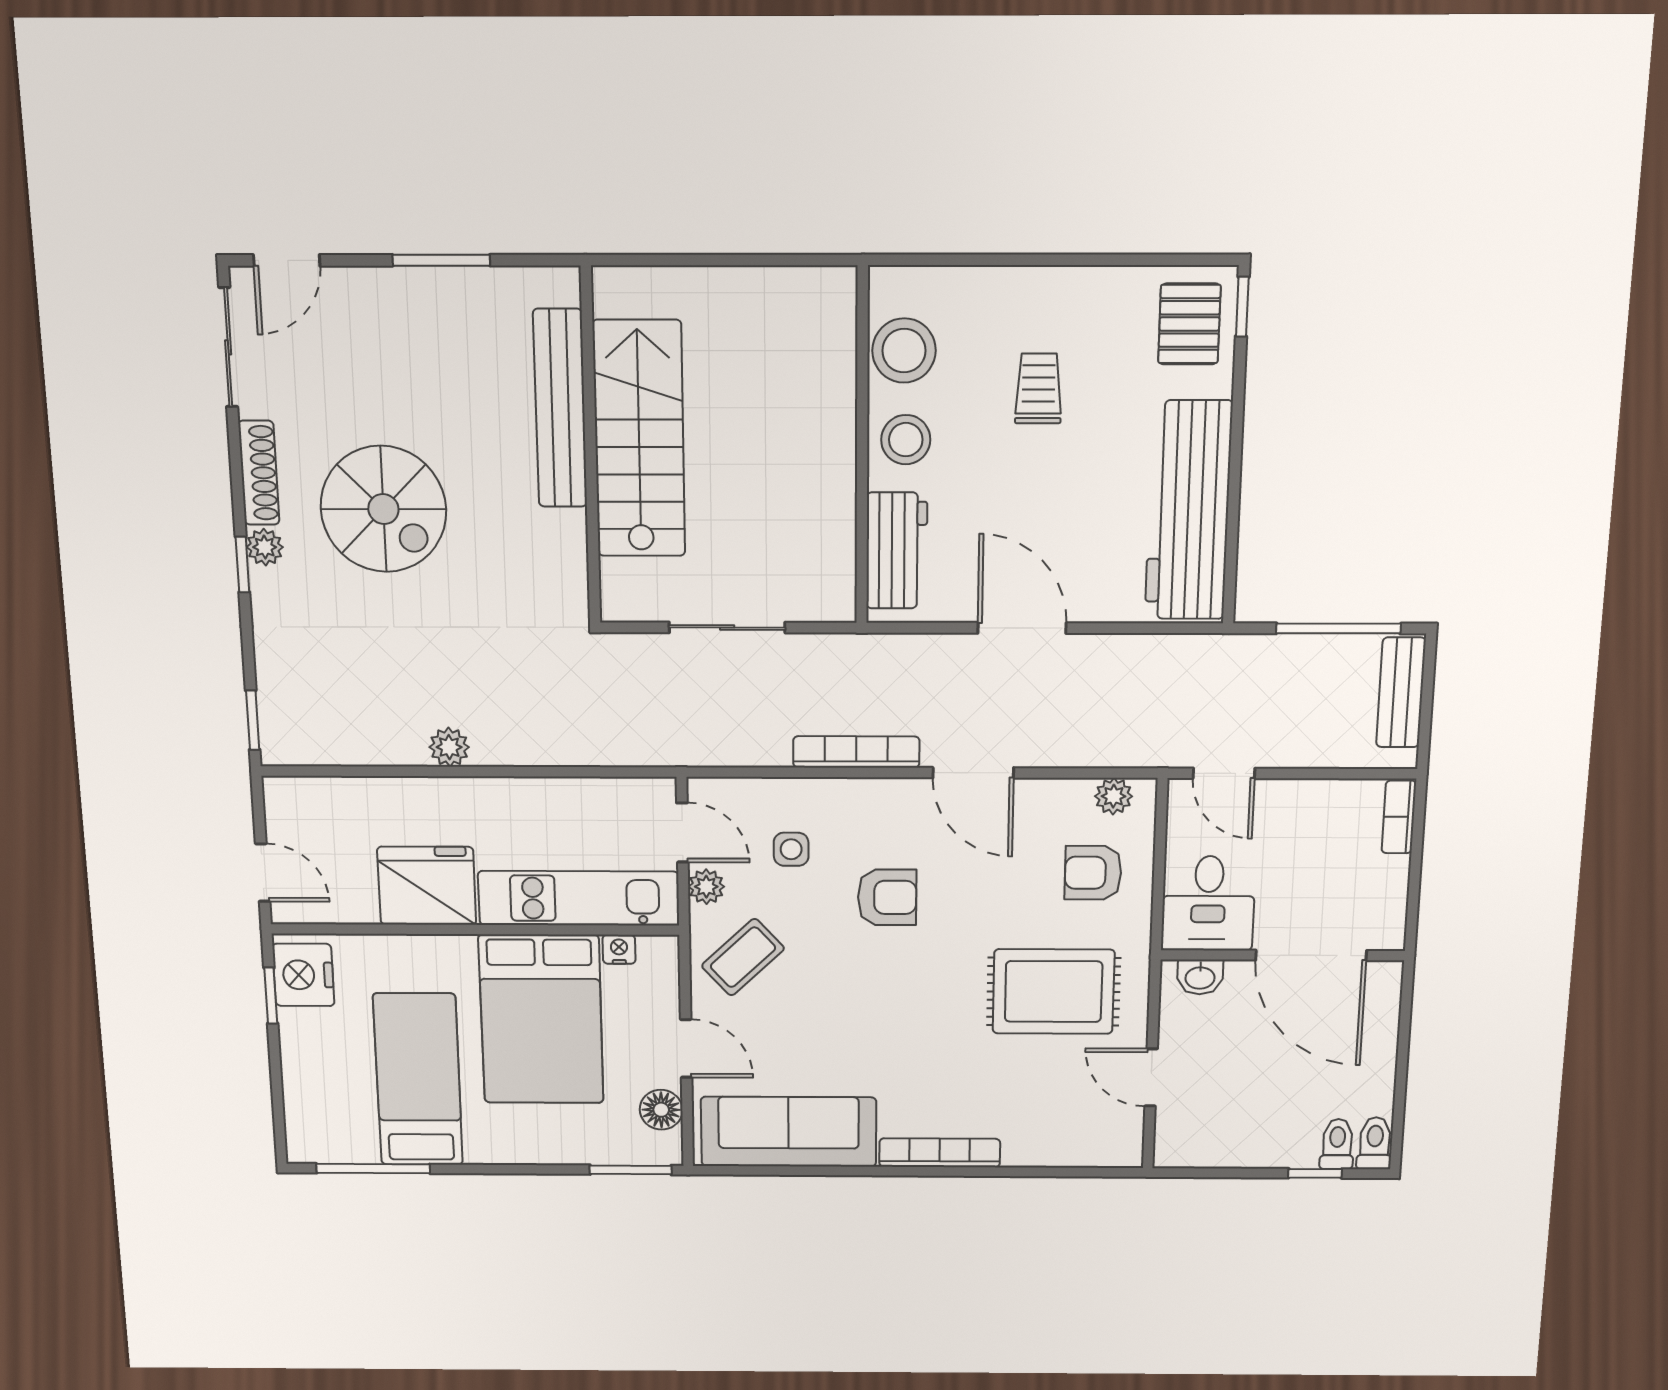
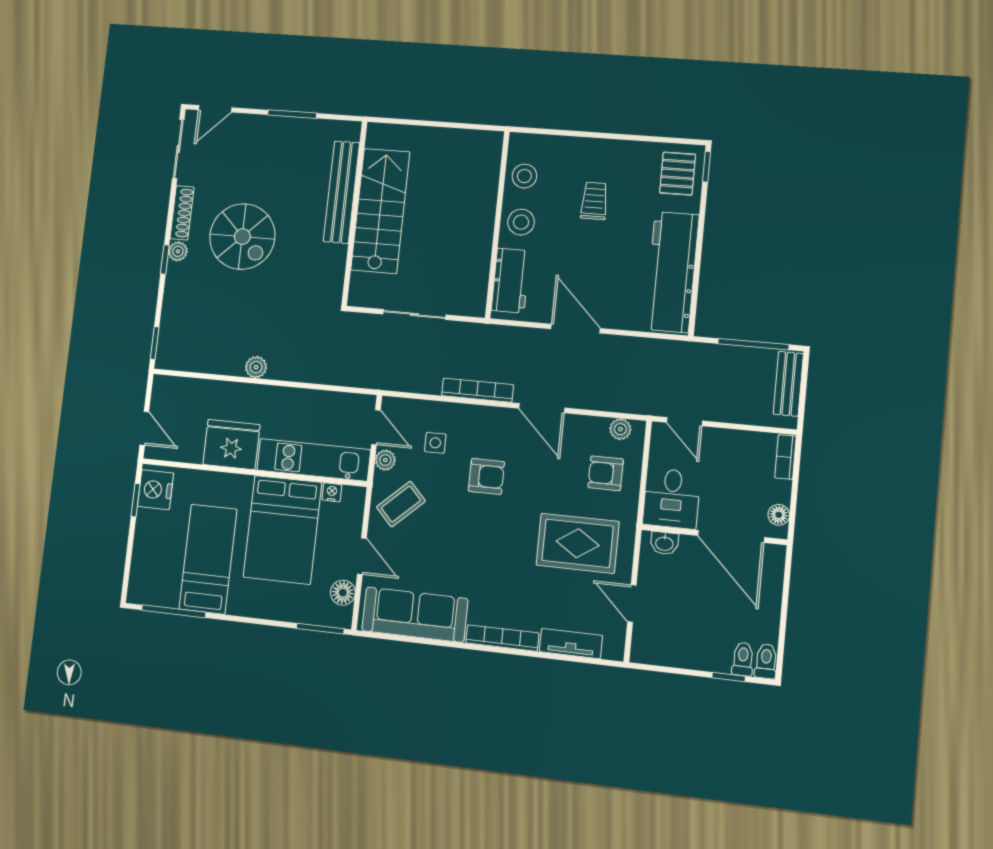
stool: (904, 351) -> (524, 176), width x0.73, depth x0.73
floor lamp: (1390, 913) -> (779, 515), added
tv unit: (1054, 1150) -> (571, 644), added

